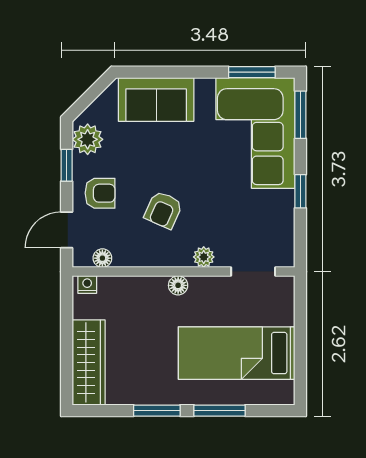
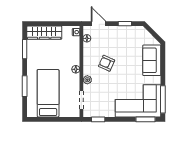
window: (252, 72) -> (163, 99), width x1.44
plant: (88, 139) -> (135, 32), removed
window: (300, 191) -> (98, 119), moved
armchair: (100, 193) -> (113, 37), removed
window: (157, 411) -> (25, 49), moved

